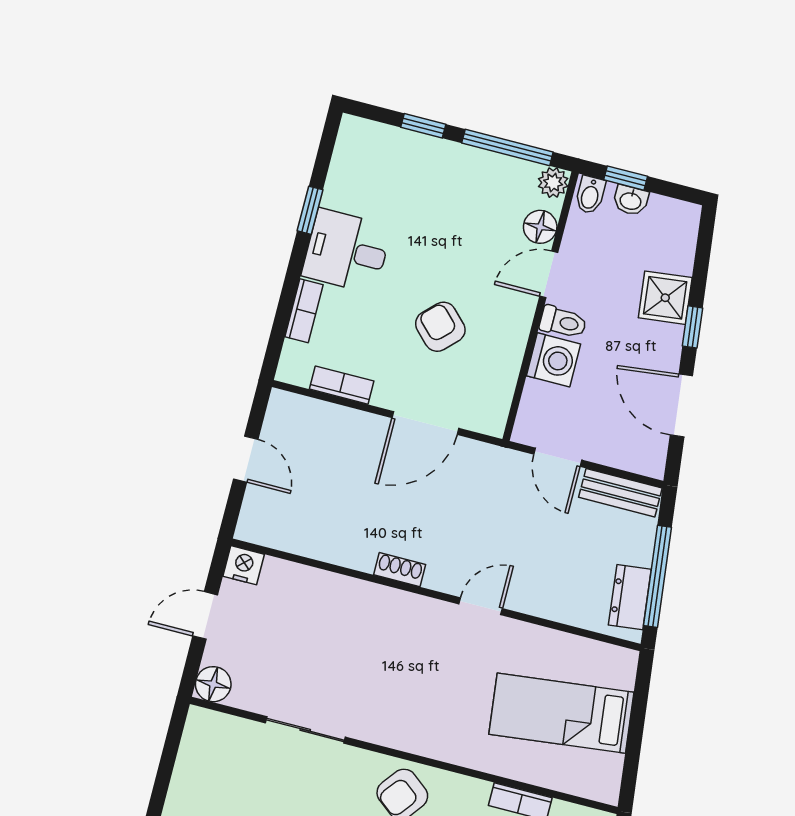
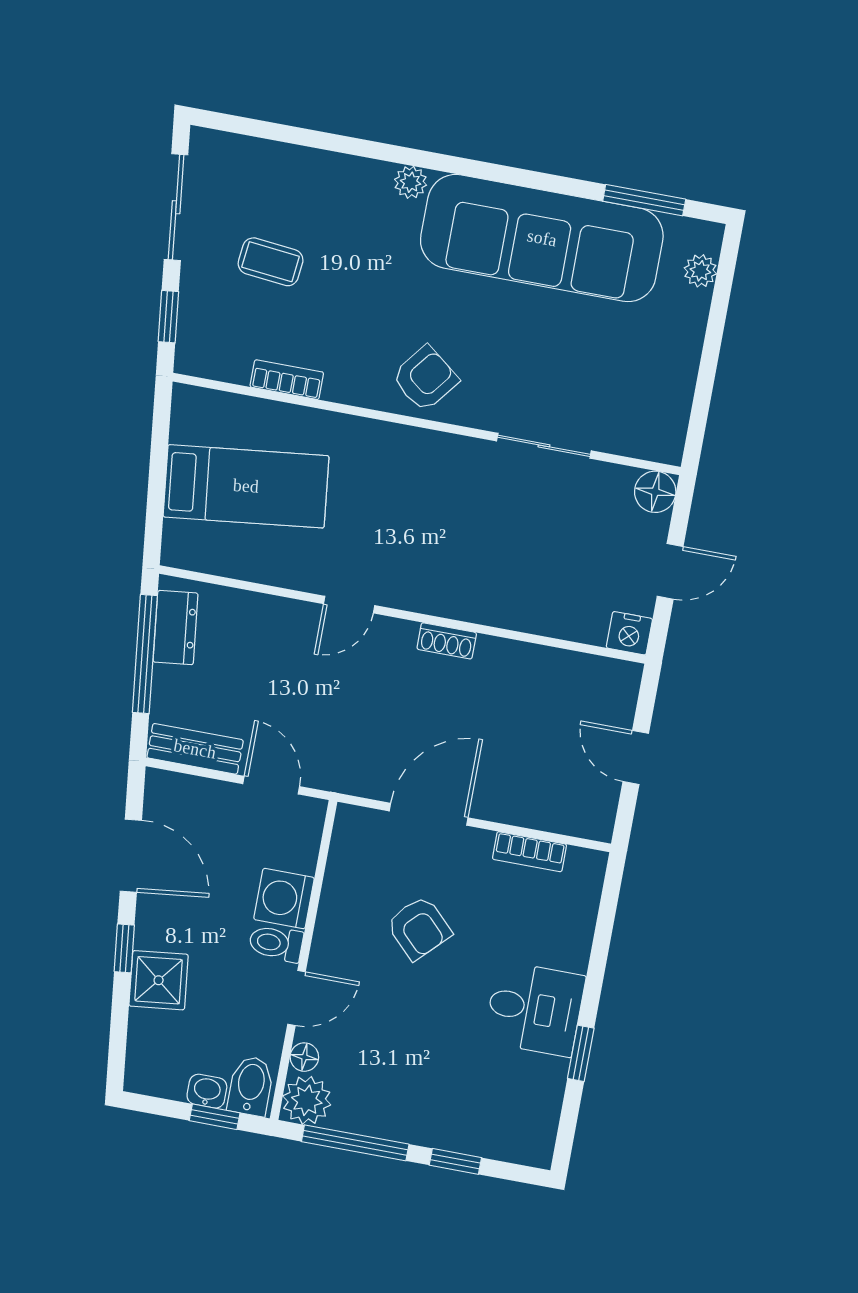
plant: (553, 183) -> (307, 1100), width x1.38, depth x1.38
bidet: (590, 195) -> (251, 1086), width x1.38, depth x1.36
floor lamp: (540, 227) -> (304, 1057), width x0.73, depth x0.73
bookcase: (304, 311) -> (580, 935), removed

